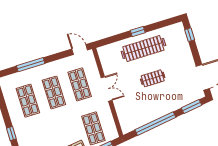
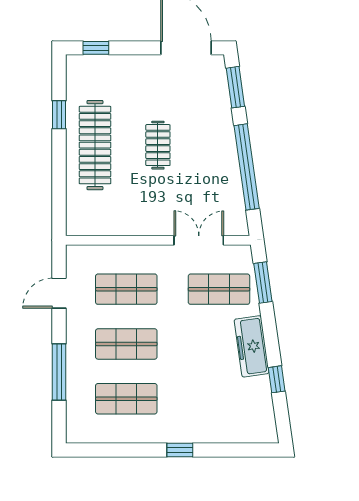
window: (138, 32) -> (59, 115), moved
door: (80, 50) -> (59, 293), moved
double door: (107, 89) -> (199, 240), moved

